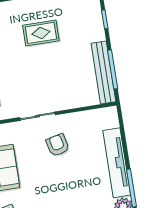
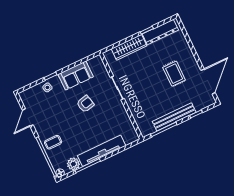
bench: (103, 73) -> (174, 117), moved
armchair: (58, 145) -> (85, 104), moved

